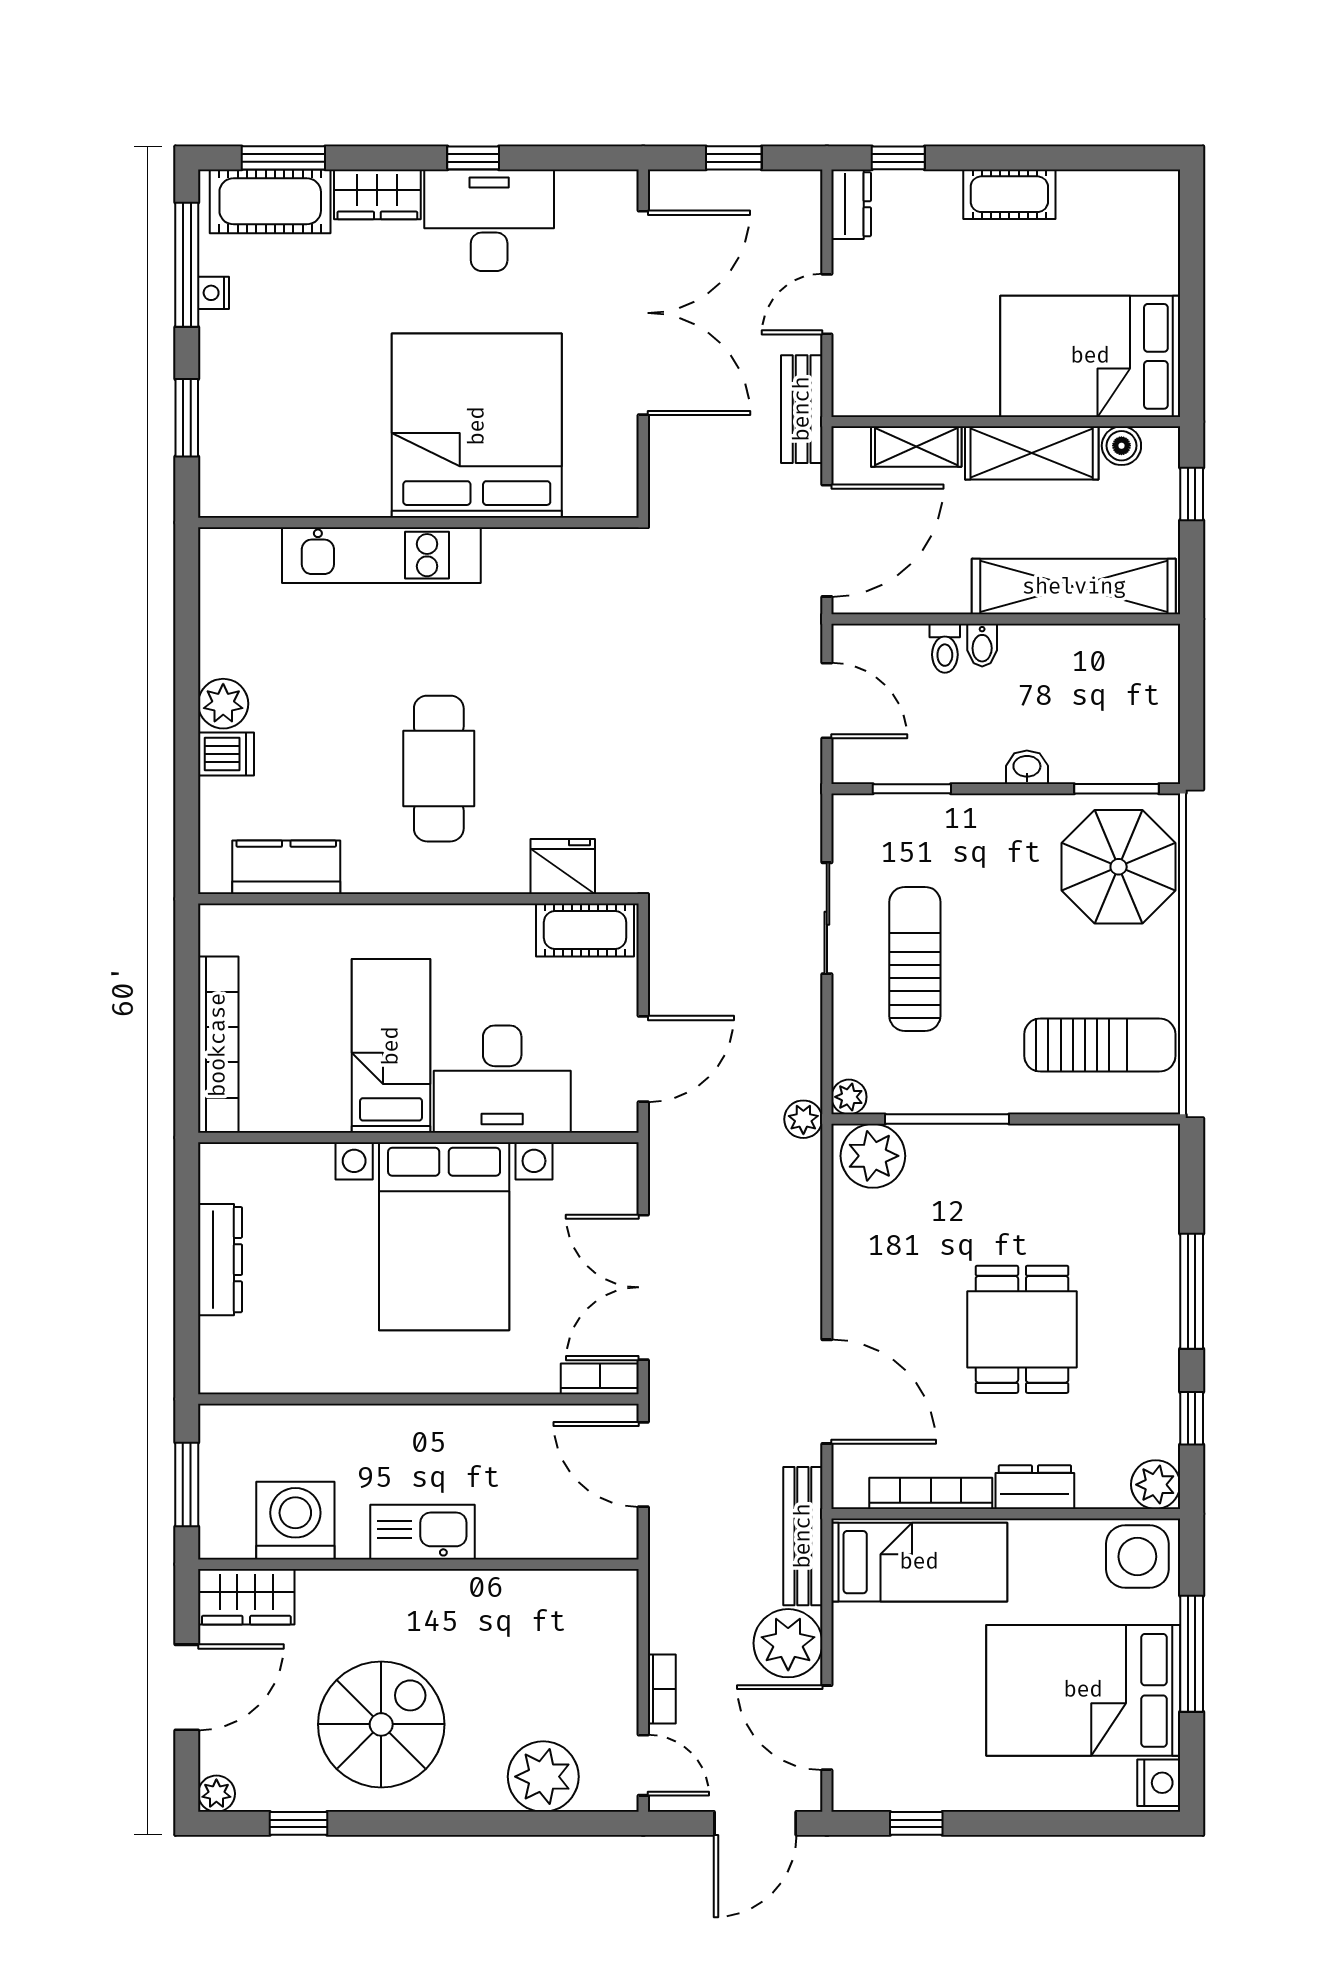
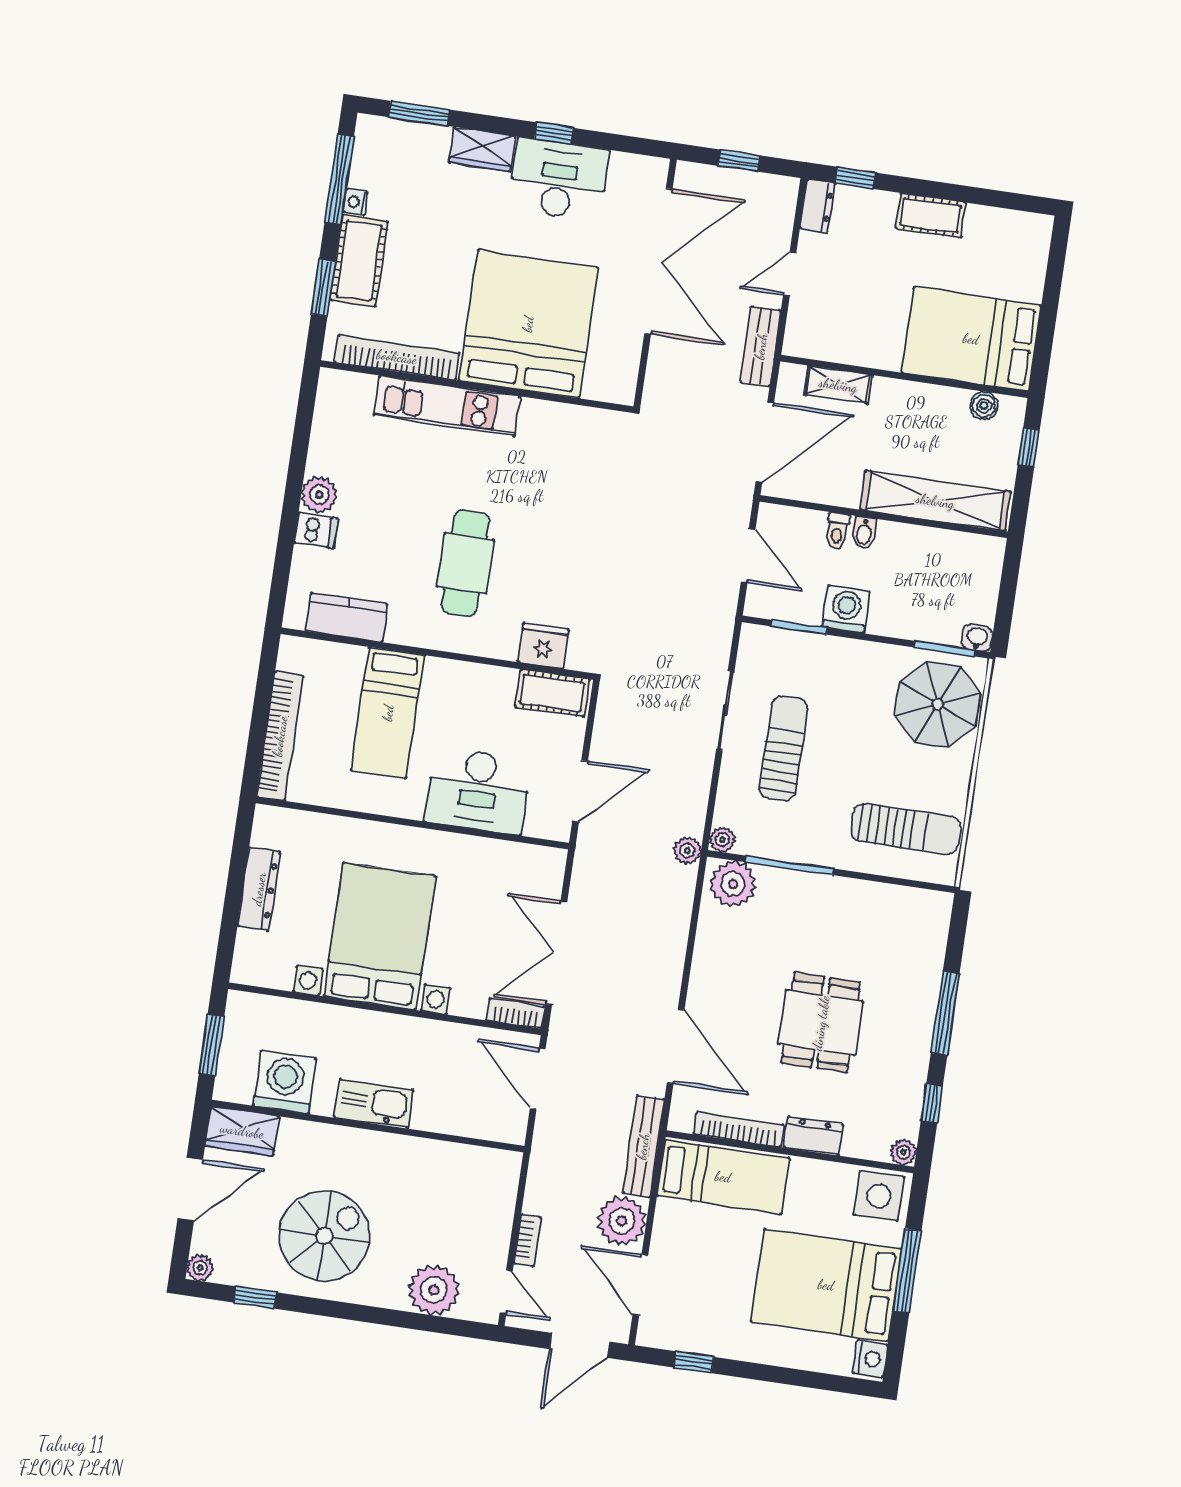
cot: (270, 201) -> (359, 261), moved, turned 90
shelving: (1032, 453) -> (919, 401), removed
bookcase: (303, 499) -> (397, 357), added
washing machine: (973, 755) -> (846, 609), added
washbasin: (1027, 767) -> (977, 638), moved
bed: (391, 1046) -> (388, 713), moved, turned 180
bed with nightstands: (444, 1236) -> (380, 936), moved, turned 180
plant: (1156, 1485) -> (903, 1152), width x0.73, depth x0.73

